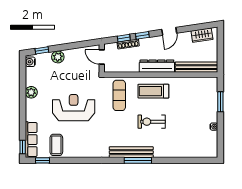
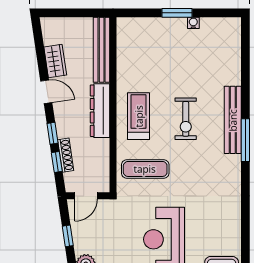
wardrobe: (202, 35) -> (55, 61), moved
window: (76, 45) -> (68, 236), added
treadmill: (153, 91) -> (139, 116), turned 180
window: (220, 102) -> (177, 13), moved
bench: (131, 152) -> (233, 120), moved

